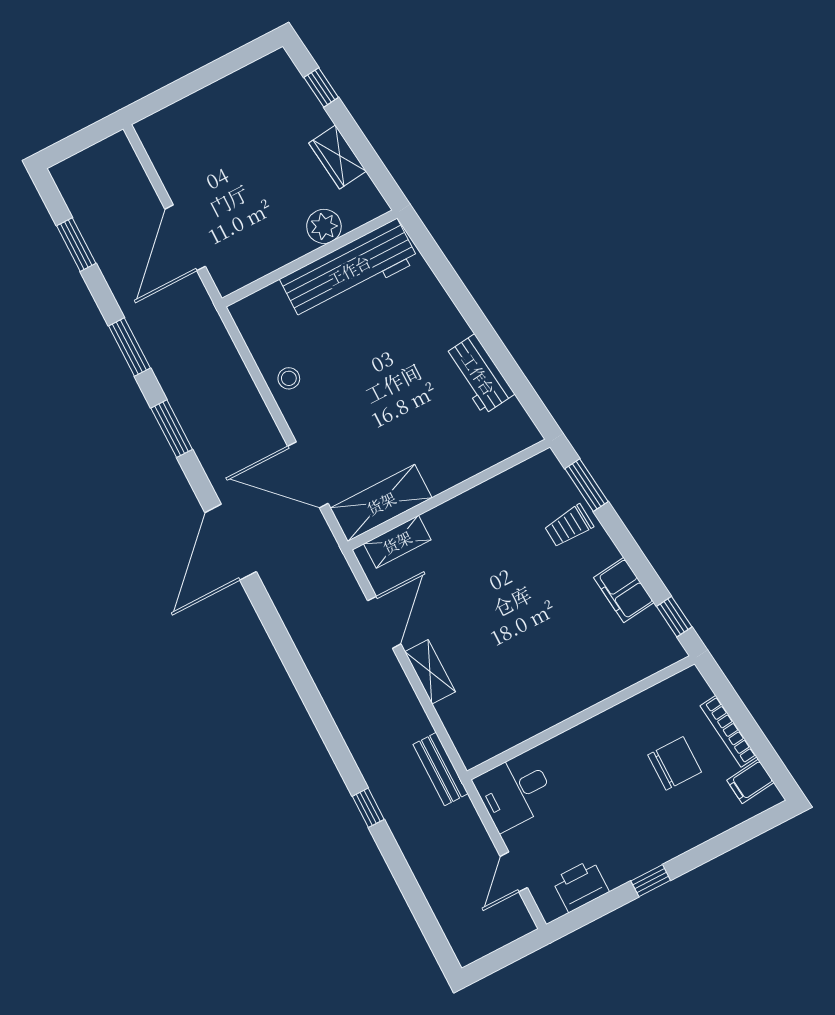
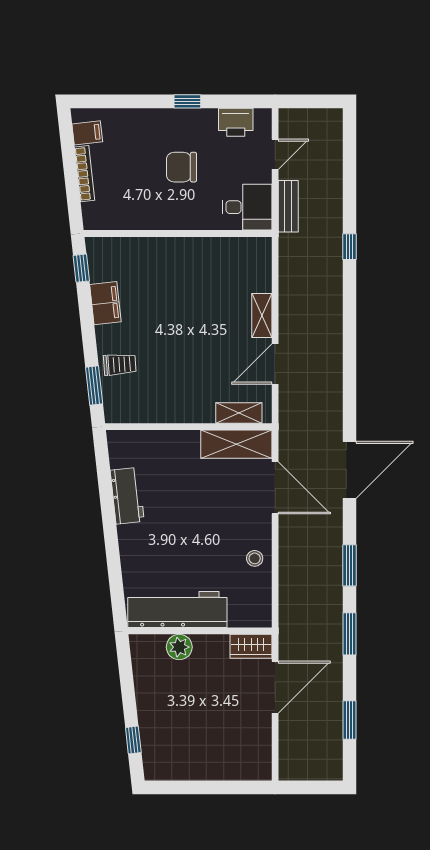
wardrobe: (337, 157) -> (251, 646), moved, turned 96
chair: (675, 763) -> (182, 167), moved
bench: (440, 769) -> (288, 206), moved

